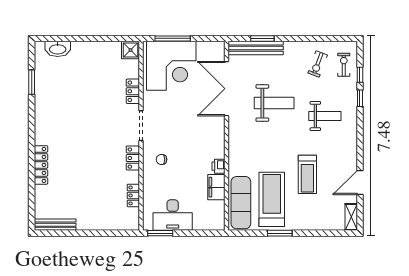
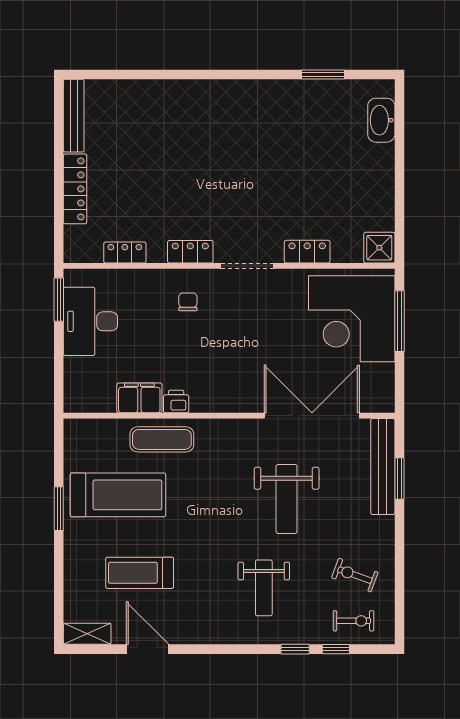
locker: (41, 165) -> (75, 189), moved, turned -90
treadmill: (307, 174) -> (140, 573), moved
exercise mat: (241, 203) -> (162, 439), moved, width x0.73, depth x0.69

